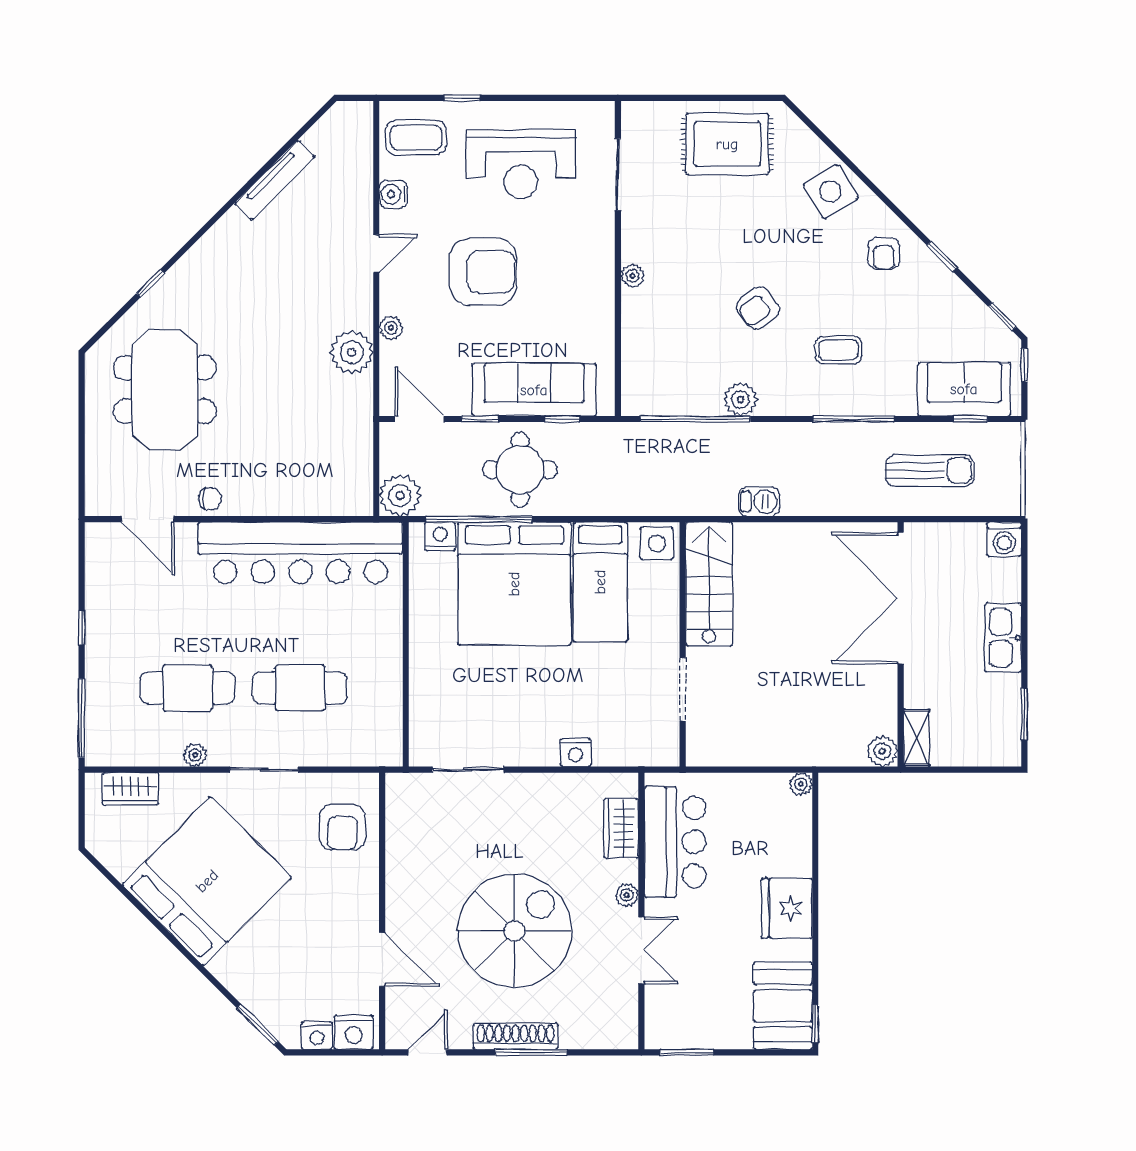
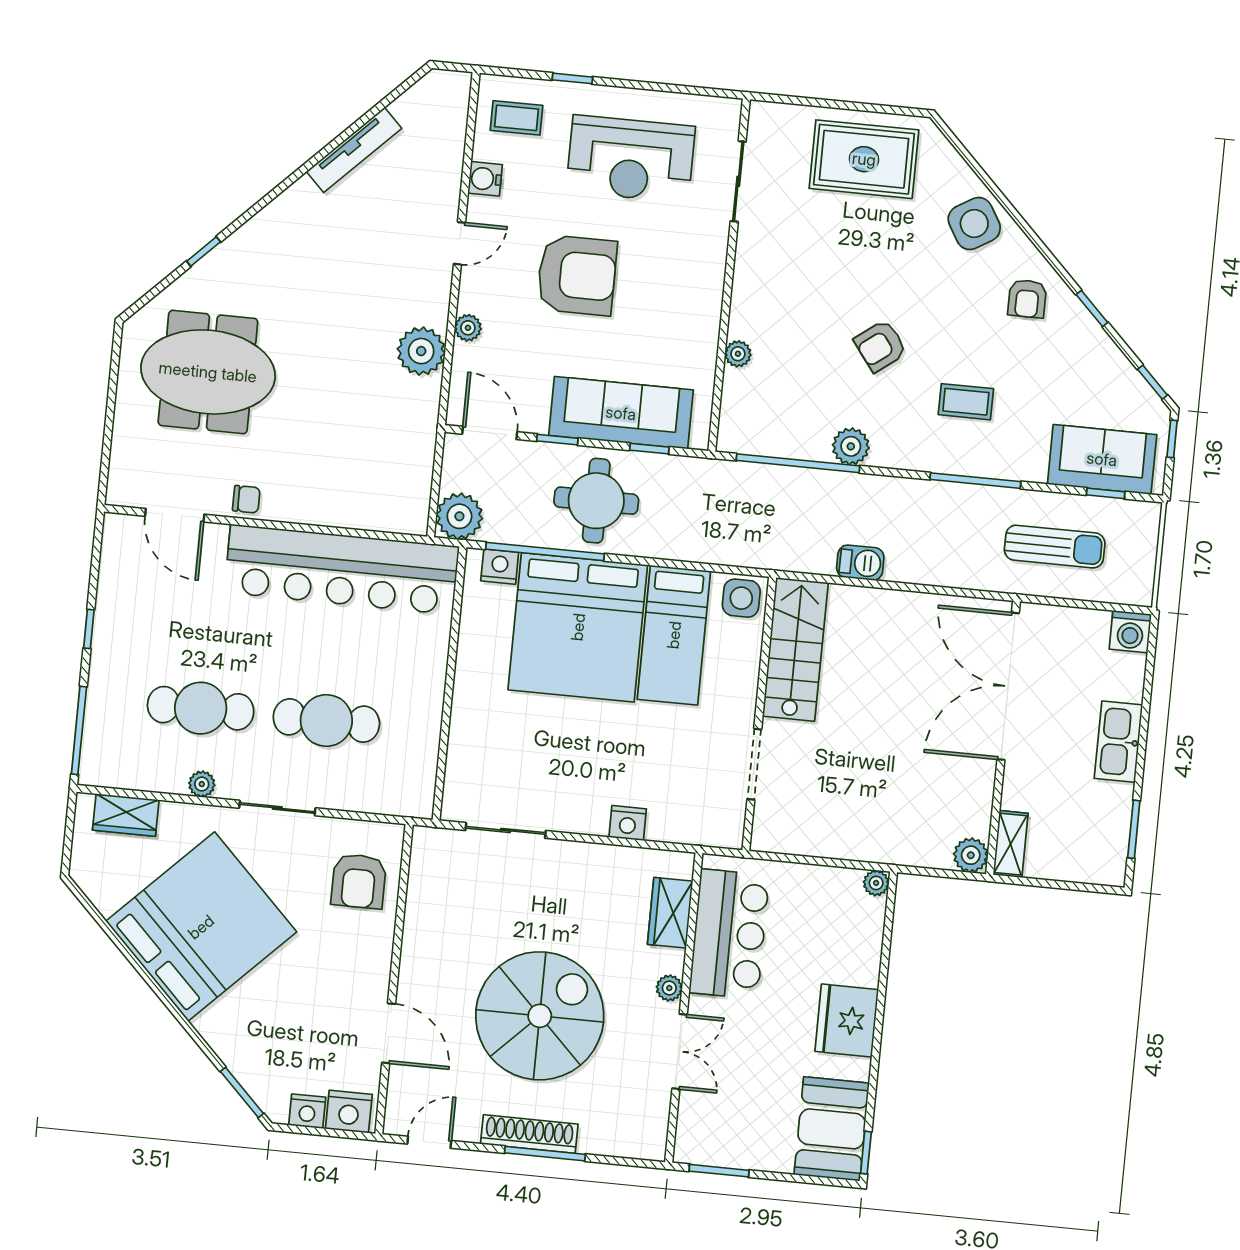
coffee table: (416, 138) -> (516, 118), width x0.73, depth x0.77
plant: (633, 276) -> (738, 354), moved
meeting table: (165, 389) -> (208, 372), turned 90

